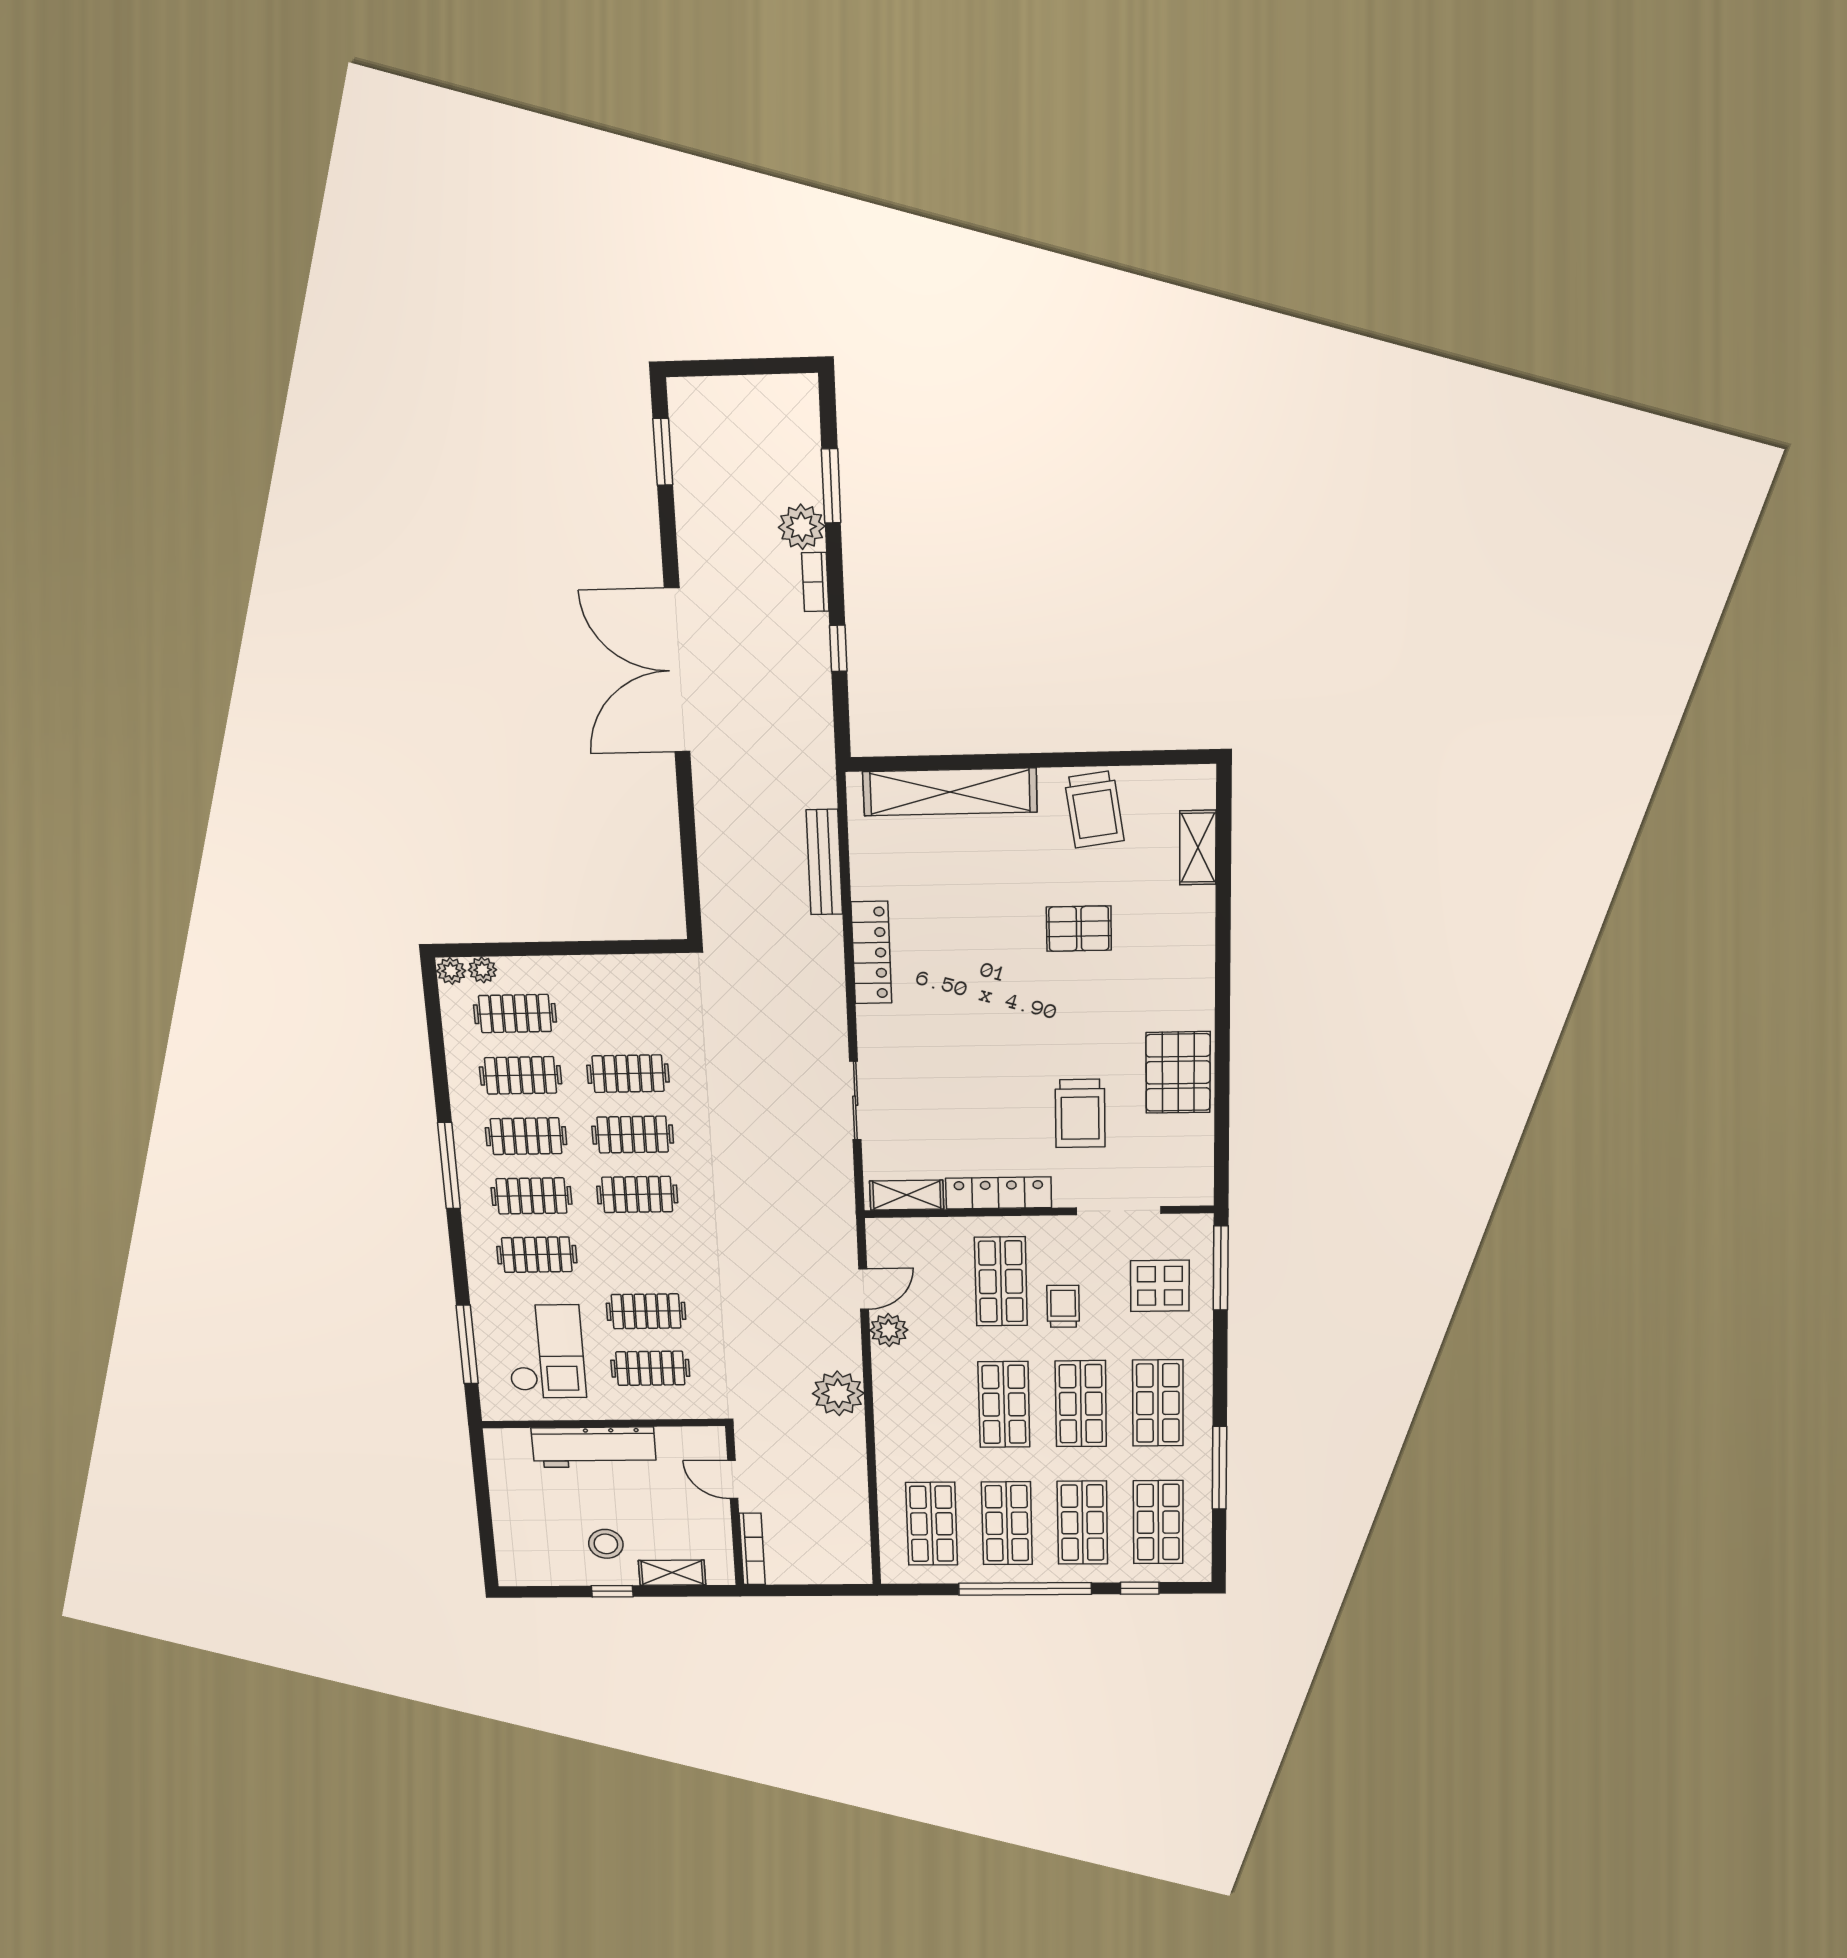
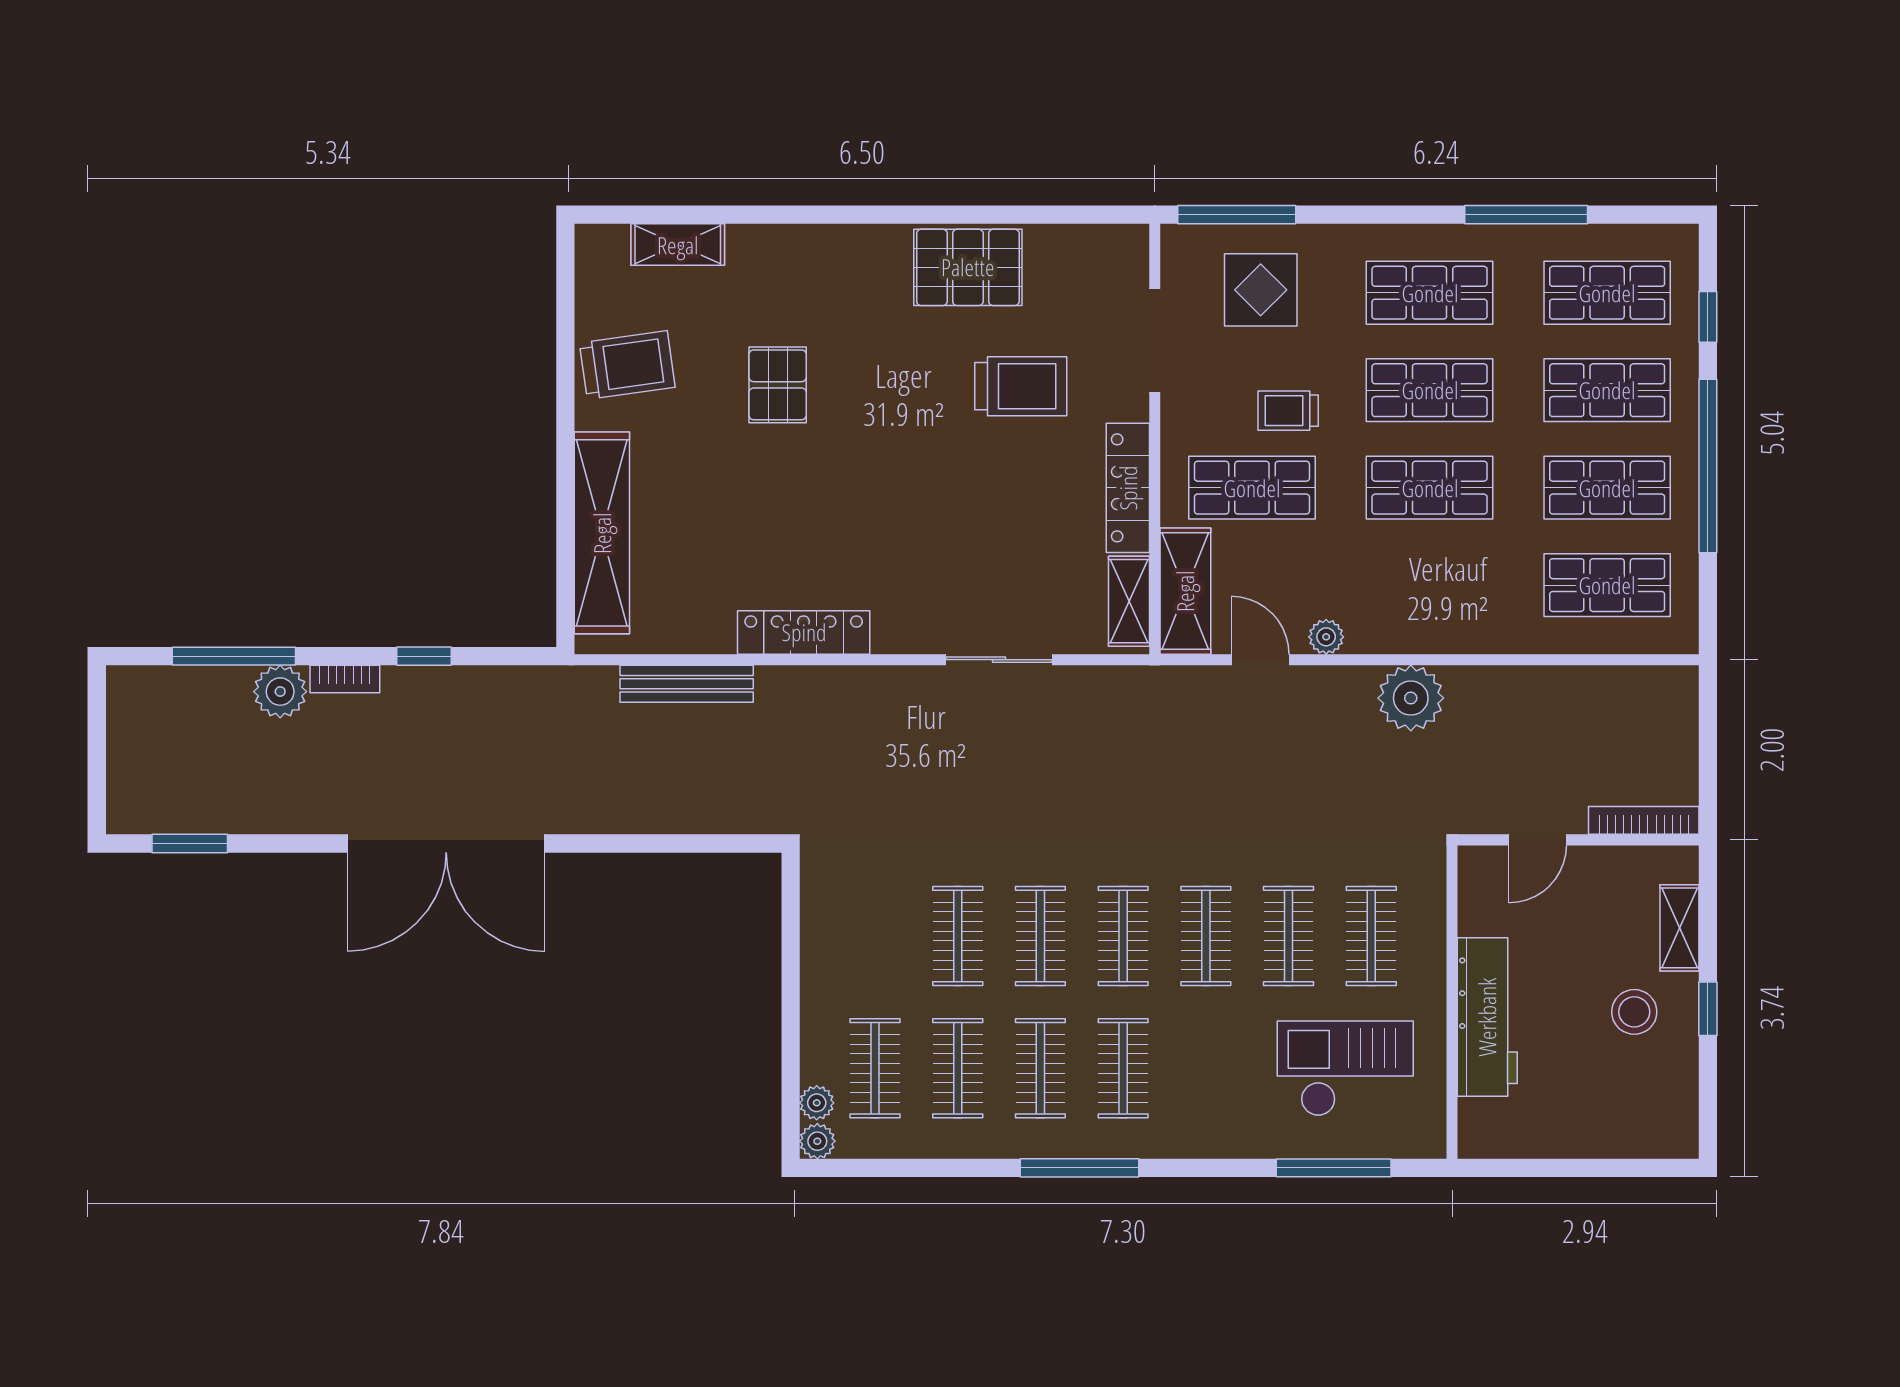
window: (831, 486) -> (234, 656), width x1.44
shelving: (916, 1235) -> (1185, 591), added
clothes rail: (537, 1255) -> (1206, 936), moved
plant: (889, 1330) -> (1326, 637), width x0.73, depth x0.73

